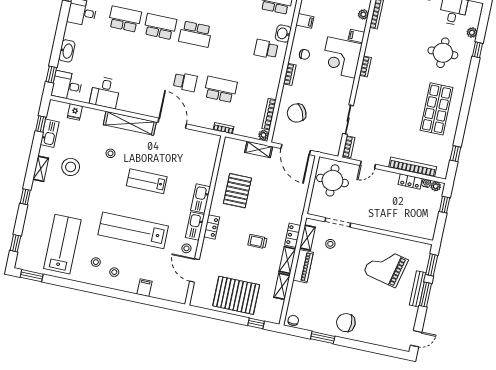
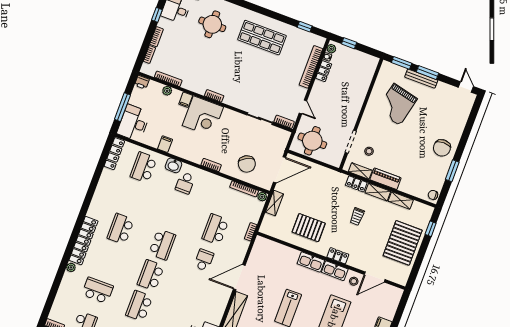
chair: (304, 54) -> (195, 149), removed

